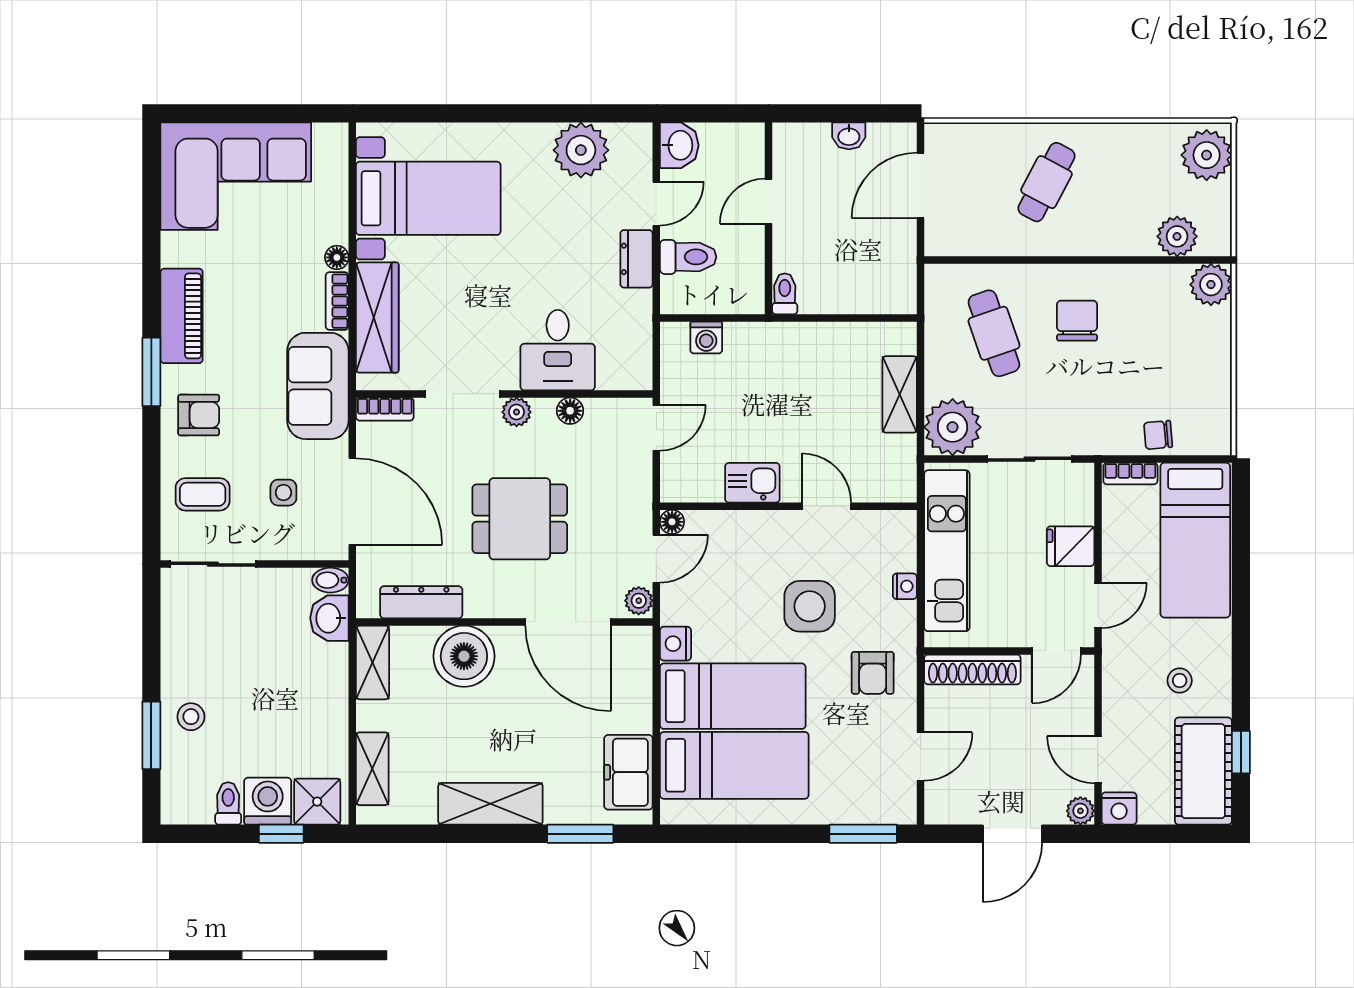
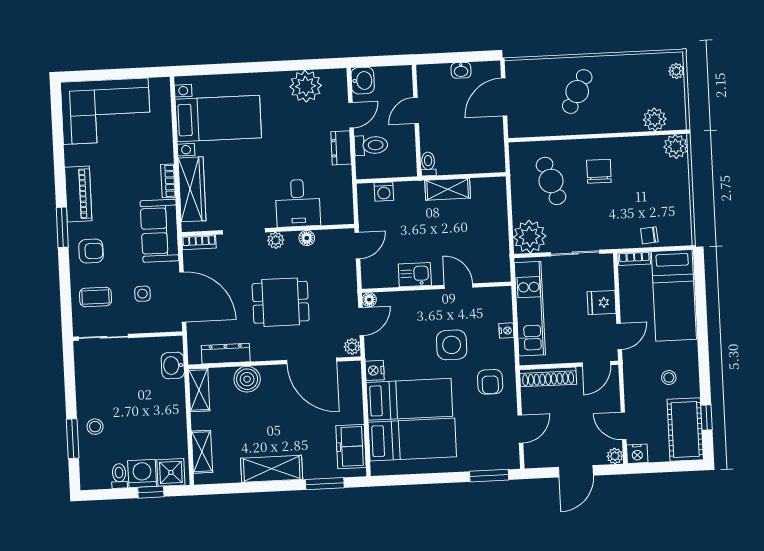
plant: (1207, 155) -> (676, 71), width x0.53, depth x0.53
floor lamp: (337, 257) -> (167, 156), removed
shelving: (900, 394) -> (448, 189), moved, turned 90
bidet: (330, 580) -> (172, 343), removed
boiler: (464, 656) -> (247, 379), width x0.73, depth x0.73

